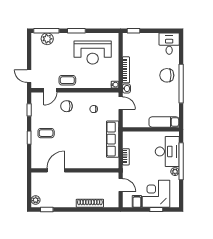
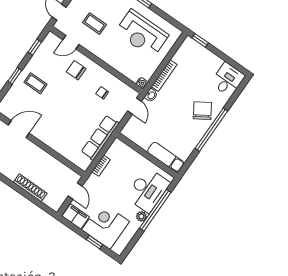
chair: (167, 75) -> (202, 111), turned 58
coffee table: (67, 80) -> (95, 24), moved
filing cabinet: (137, 201) -> (76, 216), width x2.00

